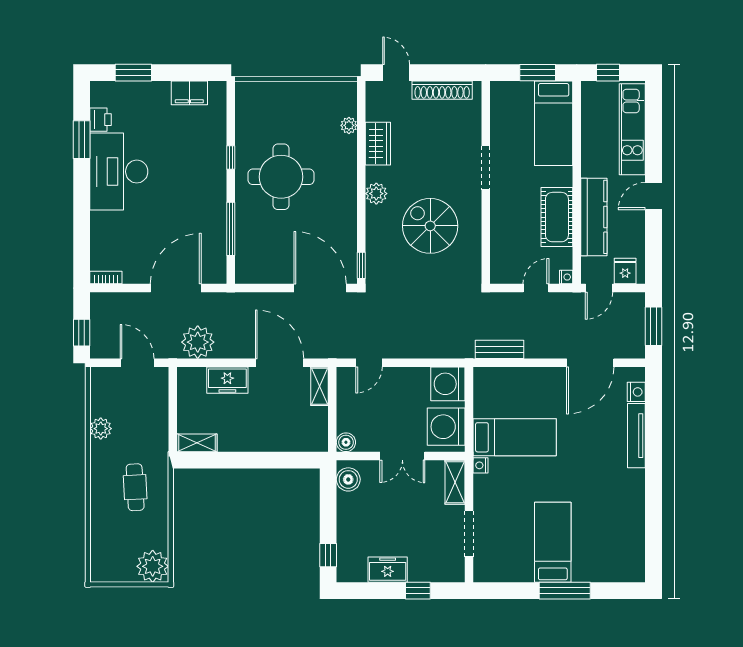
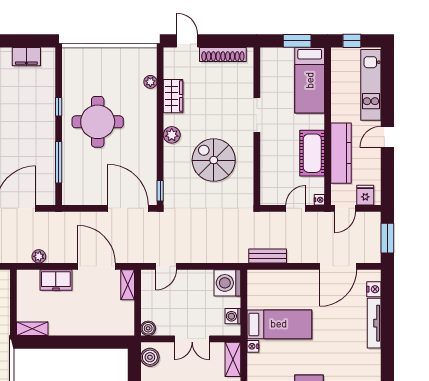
plant: (198, 342) -> (39, 256), width x0.53, depth x0.53
washing machine: (446, 427) -> (233, 316), width x0.53, depth x0.53

